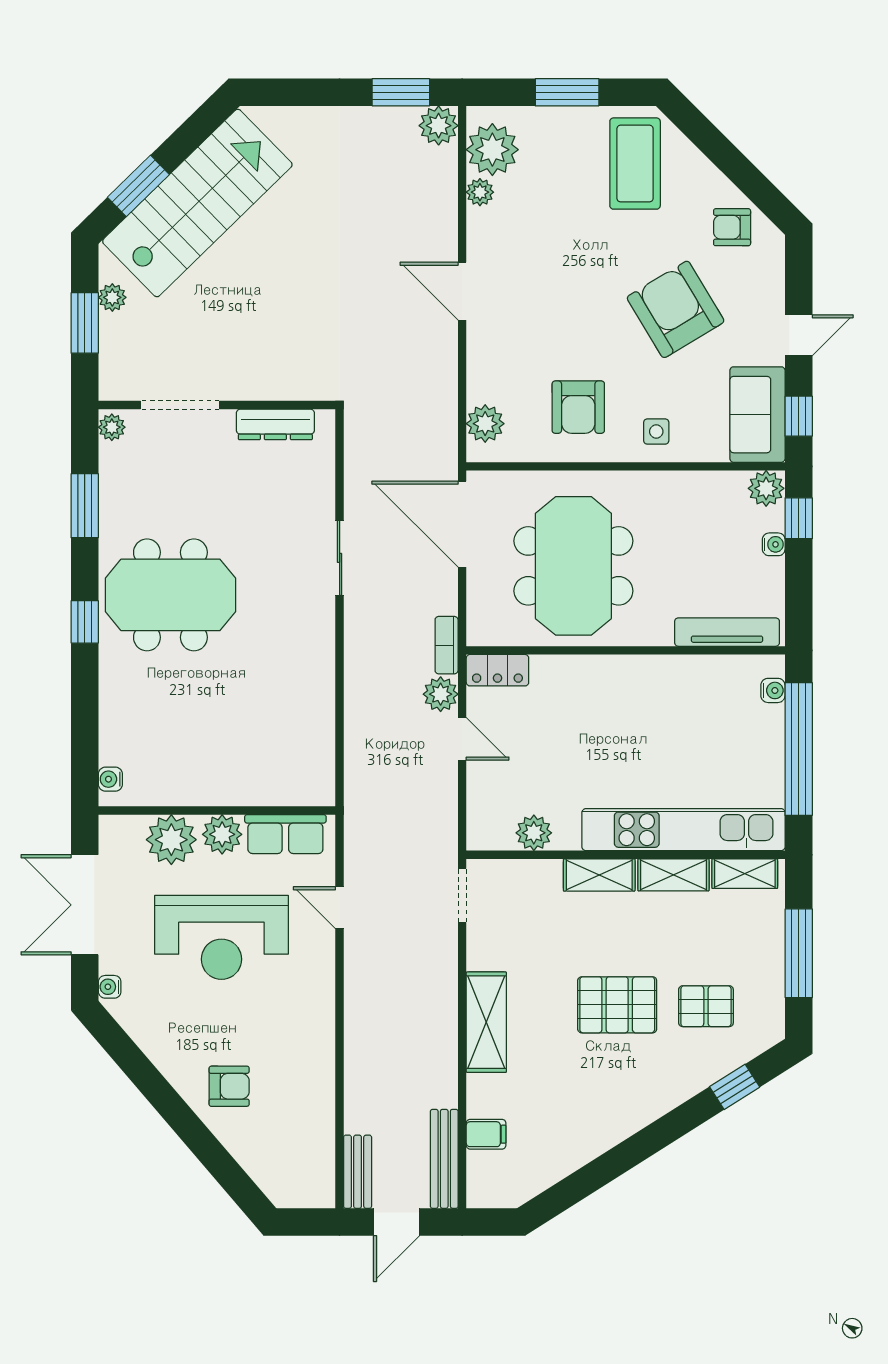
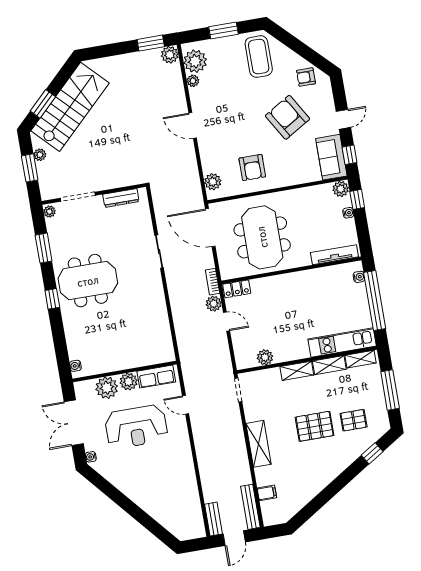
side table: (656, 432) -> (288, 172), removed
kitchen unit: (683, 830) -> (342, 343), width x0.73
armchair: (229, 1086) -> (151, 491), removed

